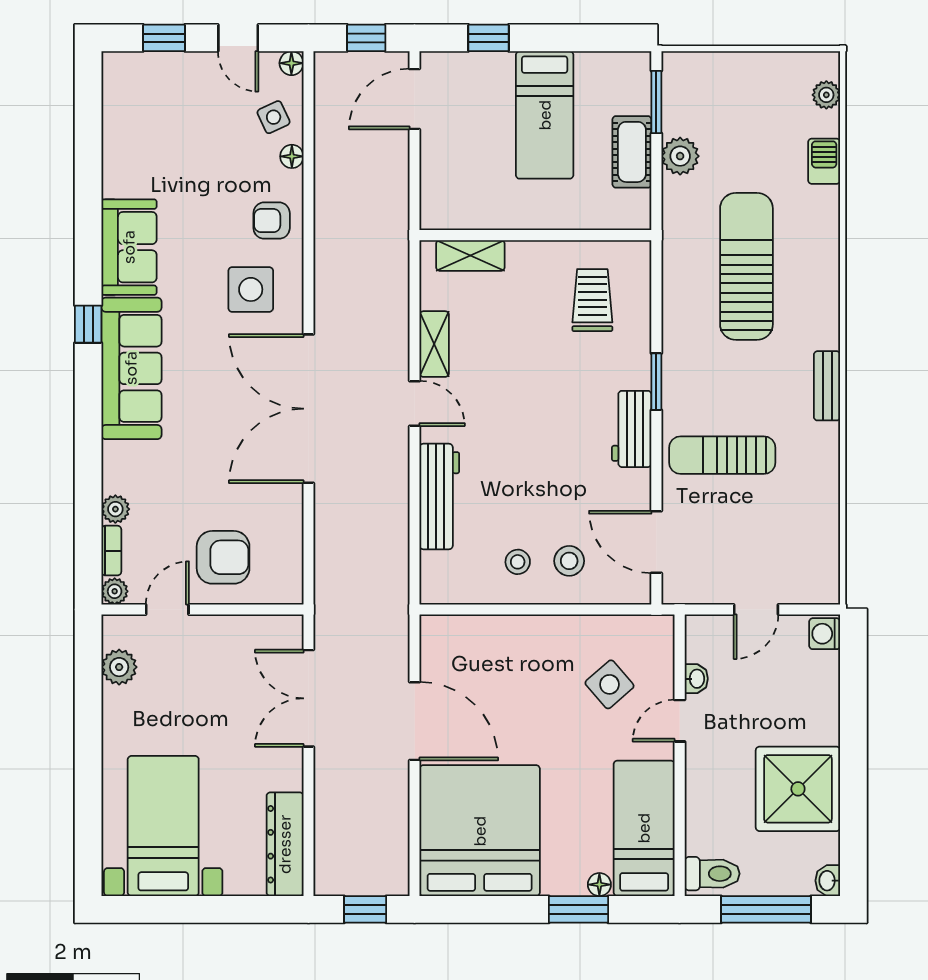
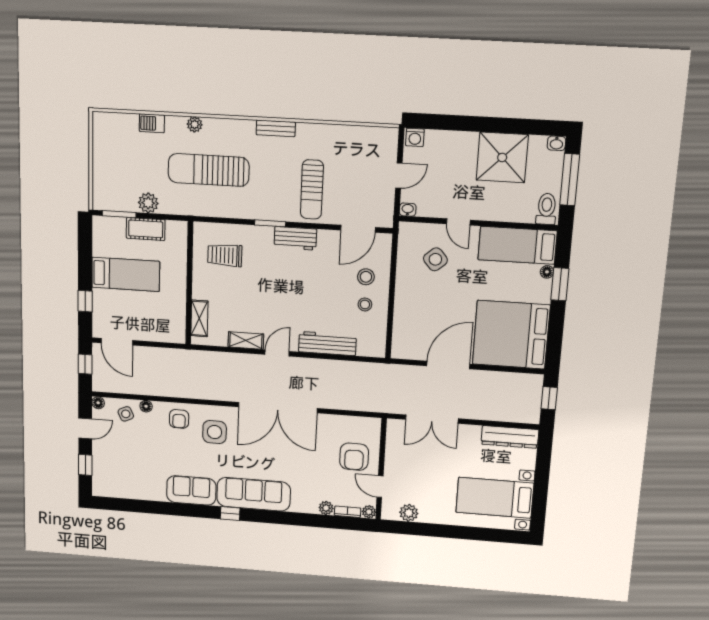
plant: (826, 95) -> (195, 124), moved
armchair: (223, 557) -> (354, 457), turned 180
door: (756, 609) -> (399, 176), hinge flipped
washbasin: (696, 679) -> (408, 210), moved

